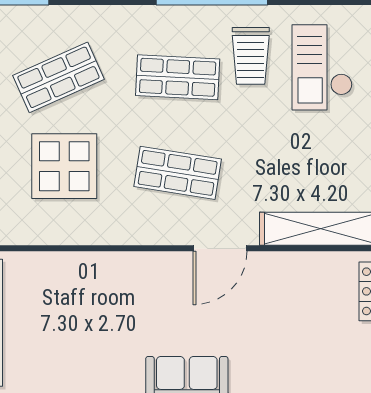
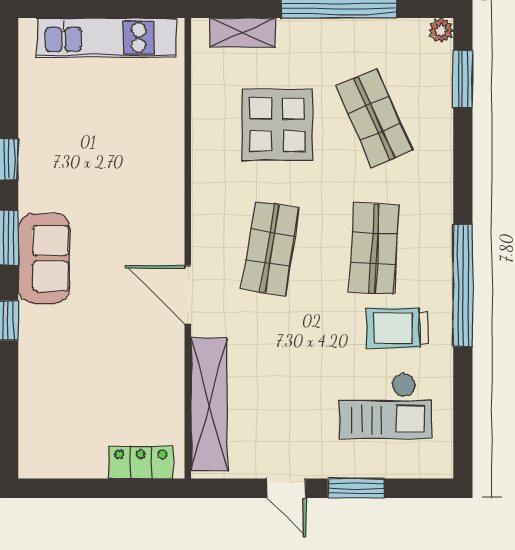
checkout: (322, 67) -> (385, 406), turned 180

